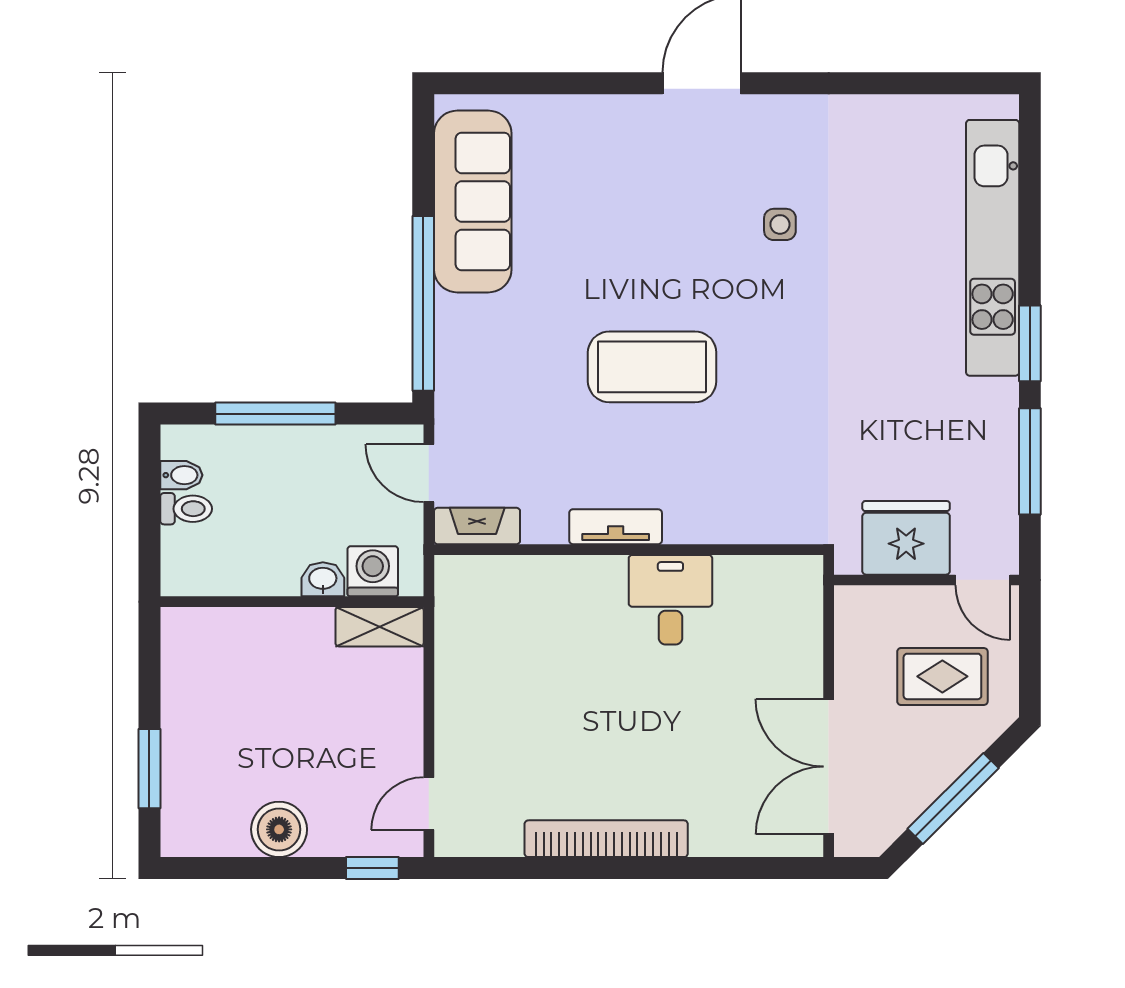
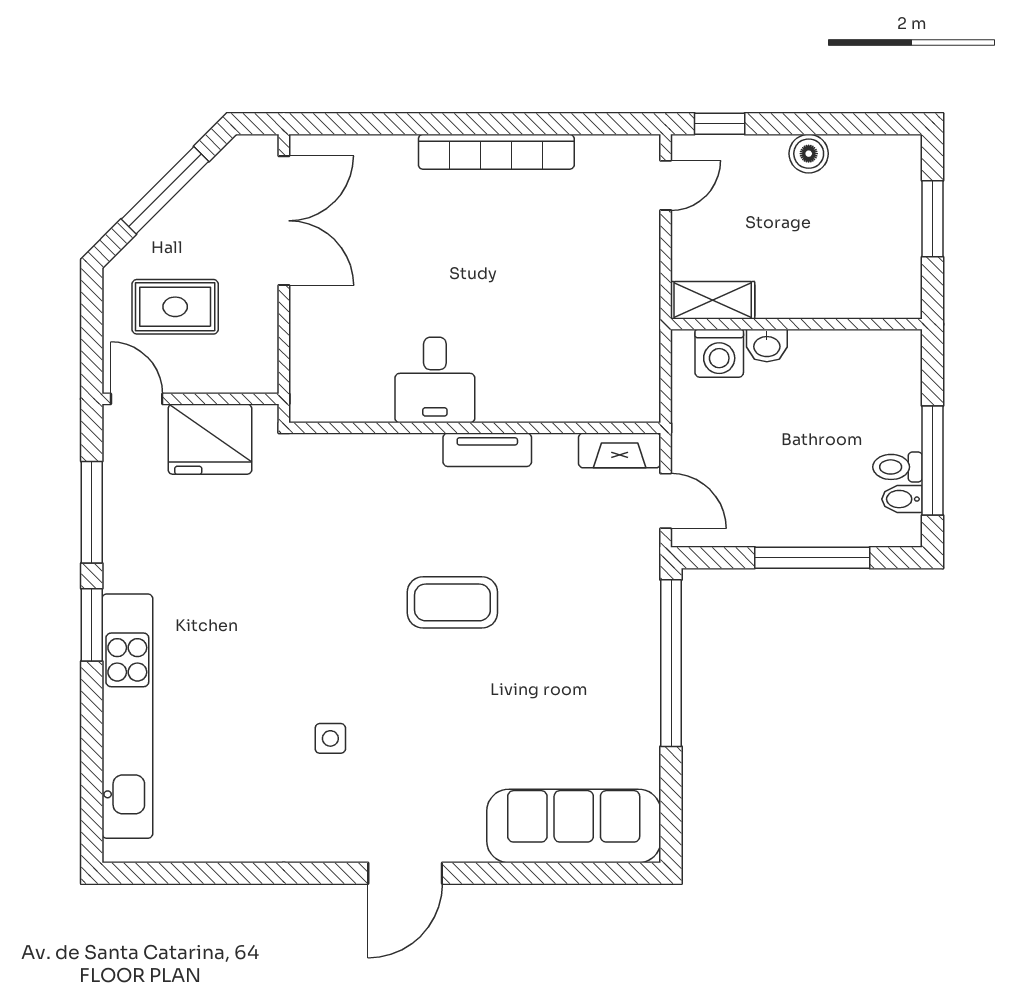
sofa: (473, 201) -> (574, 826), moved, turned 90
coffee table: (652, 367) -> (452, 602), width x0.73, depth x0.76
window: (149, 516) -> (932, 460), added
washing machine: (373, 571) -> (719, 353), moved
washbasin: (323, 579) -> (767, 346), moved
wall: (292, 602) -> (796, 324), moved
shelving: (380, 627) -> (713, 300), moved
boiler: (279, 829) -> (809, 154), width x0.73, depth x0.73

